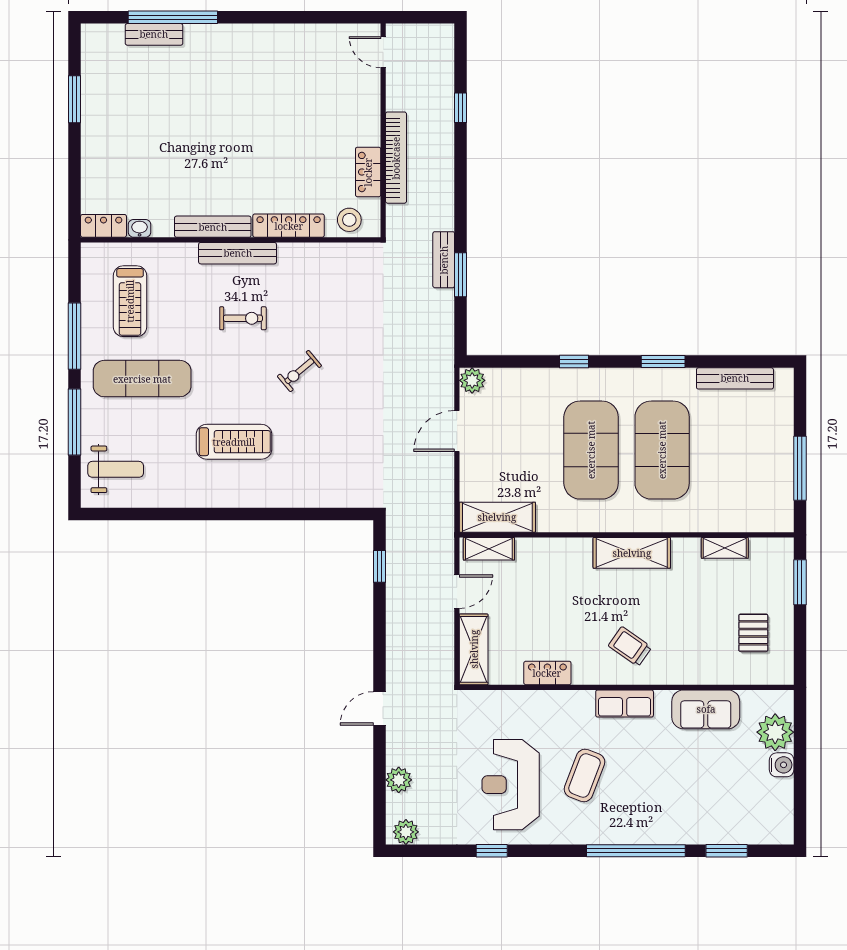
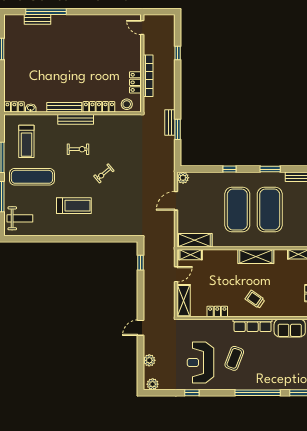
row of seats: (625, 704) -> (253, 325), width x1.48

